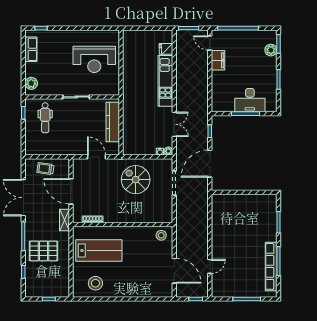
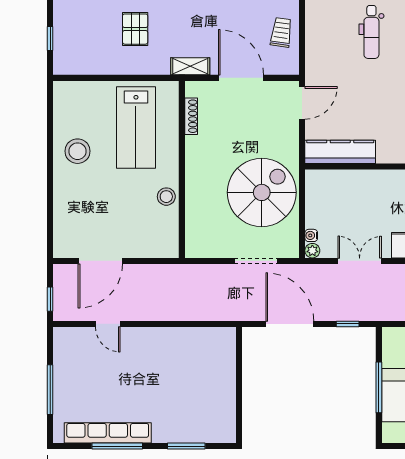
dental chair: (45, 118) -> (371, 32), turned -90
kitchen counter: (113, 122) -> (340, 152), moved
double door: (174, 124) -> (360, 261), swing flipped
door: (96, 157) -> (302, 103), moved
spiral stairs: (136, 180) -> (262, 192), width x1.37, depth x1.37
door: (71, 191) -> (241, 78), hinge flipped
stool: (161, 235) -> (166, 197), moved
pallet: (43, 251) -> (135, 29), width x0.67, depth x0.71
stool: (95, 283) -> (77, 151), moved

